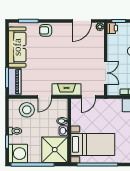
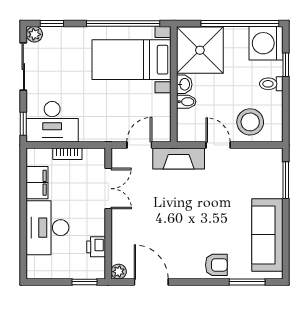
door: (82, 21) -> (151, 282), hinge flipped
printer: (112, 28) -> (96, 247), moved
double door: (106, 73) -> (108, 189), swing flipped
piano: (15, 82) -> (272, 172), removed
door: (45, 97) -> (218, 145), hinge flipped

